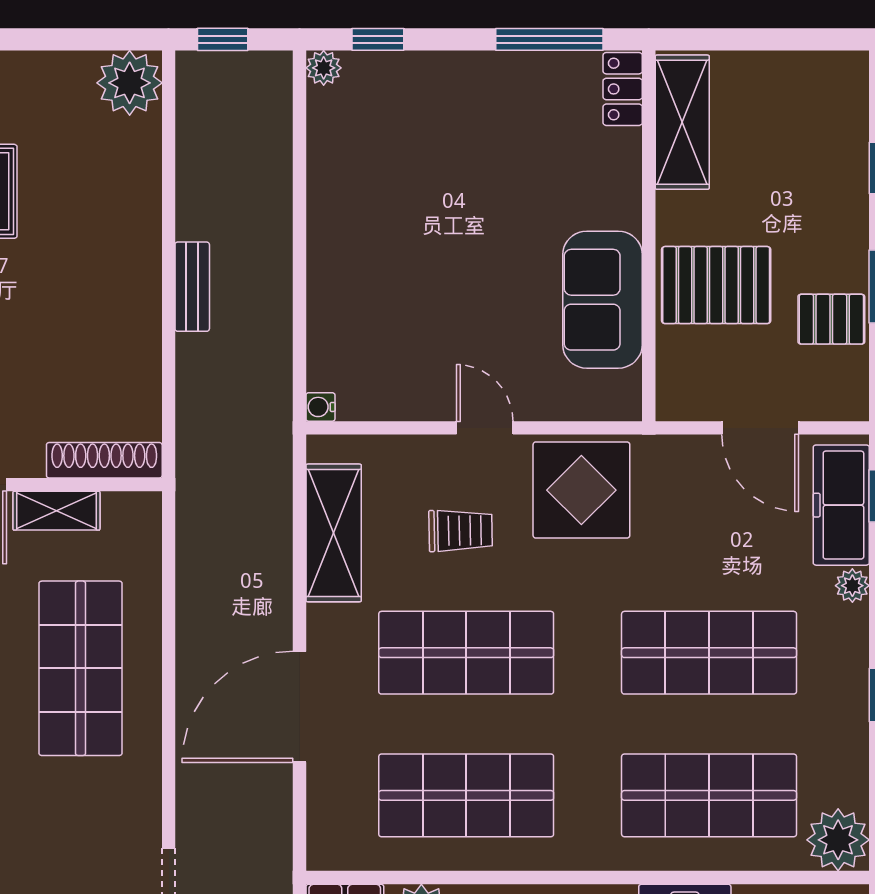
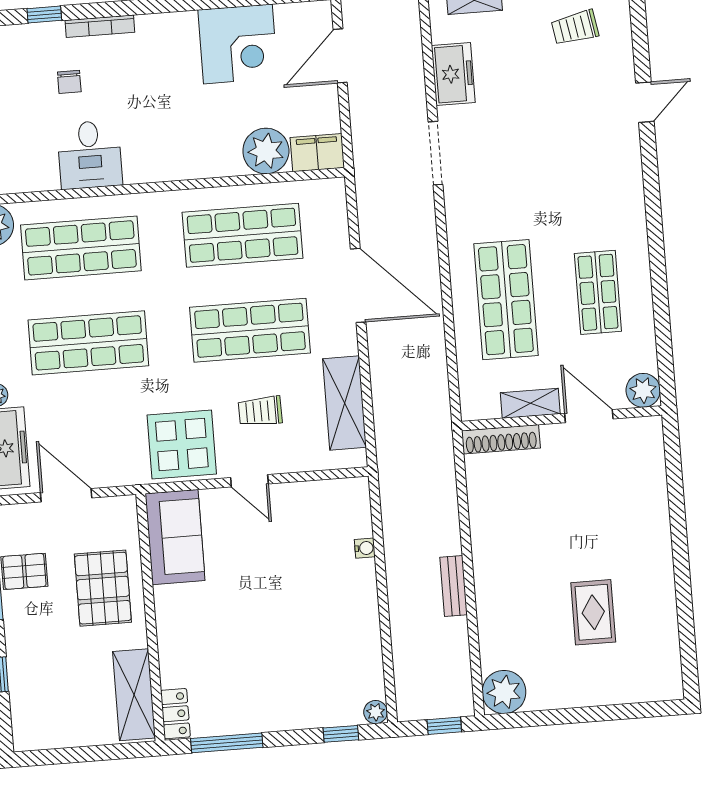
pallet: (716, 285) -> (103, 588), turned 90
bench: (192, 287) -> (454, 586), moved
sofa: (603, 300) -> (175, 537), moved
water cooler: (320, 407) -> (365, 548), moved
door: (300, 707) -> (358, 285), hinge flipped

